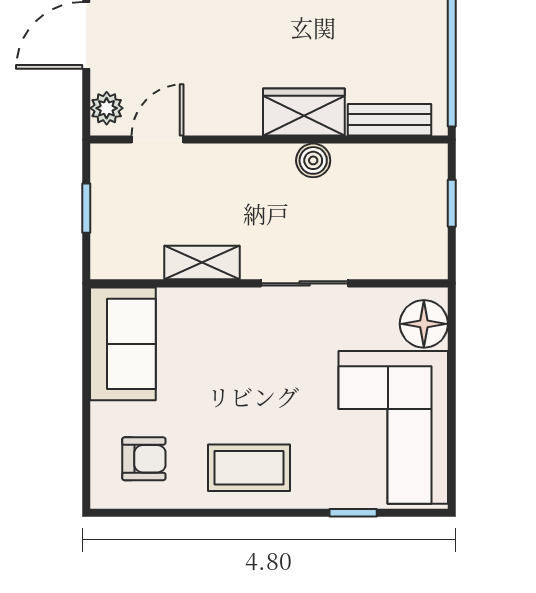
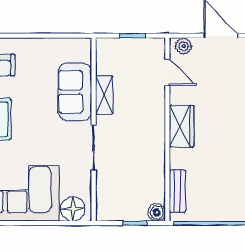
wardrobe: (304, 112) -> (182, 126), moved
boiler: (313, 160) -> (157, 212), moved
sofa: (123, 344) -> (75, 92), moved, turned 90

